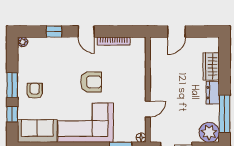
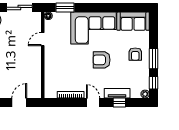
tv unit: (57, 43) -> (117, 93), added
armchair: (91, 82) -> (102, 60), moved
window: (12, 114) -> (154, 83), moved

